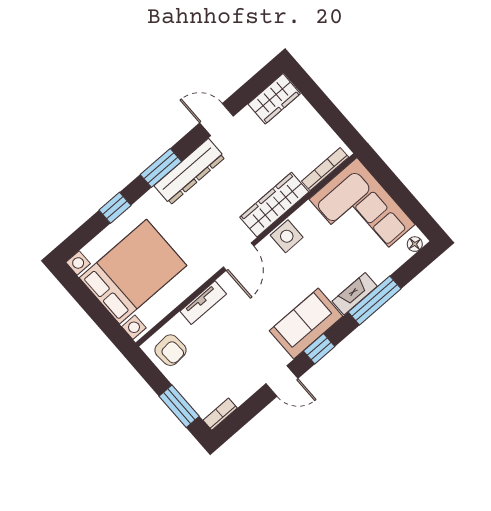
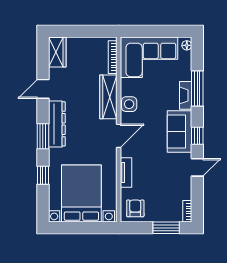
door: (239, 257) -> (119, 136), hinge flipped
armchair: (170, 350) -> (135, 208), turned -86

